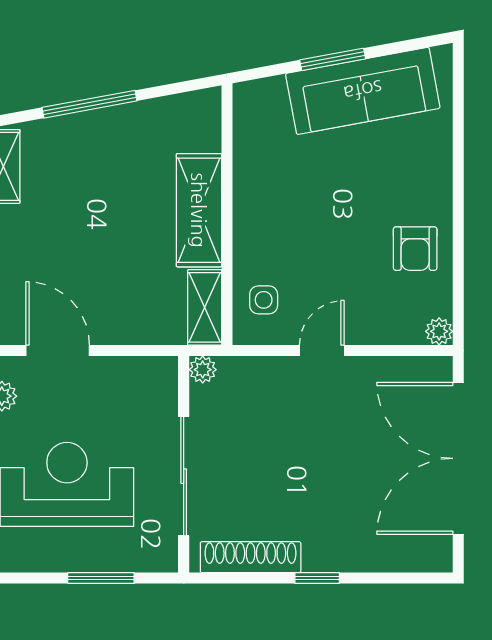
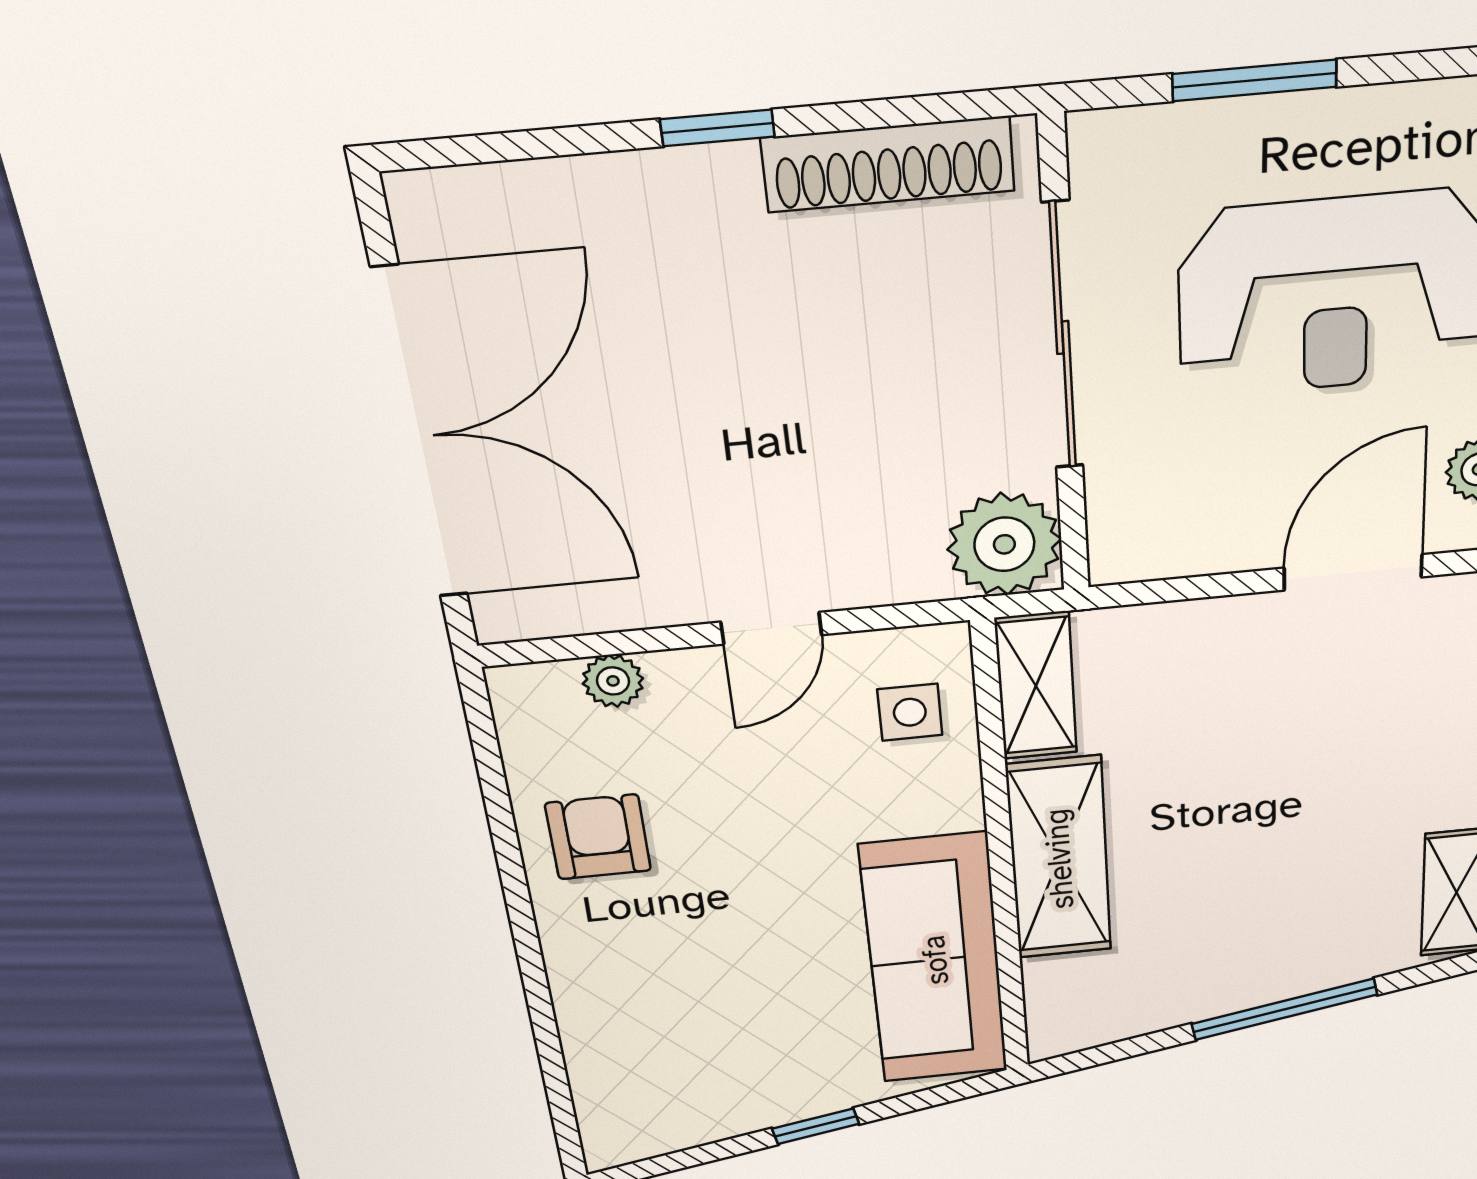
window: (333, 59) -> (816, 1126), width x0.67
sofa: (363, 91) -> (935, 960), moved, turned -80
plant: (439, 331) -> (613, 681), moved
door: (58, 351) -> (1353, 572), swing flipped
plant: (203, 370) -> (1004, 544), width x1.87, depth x1.87

